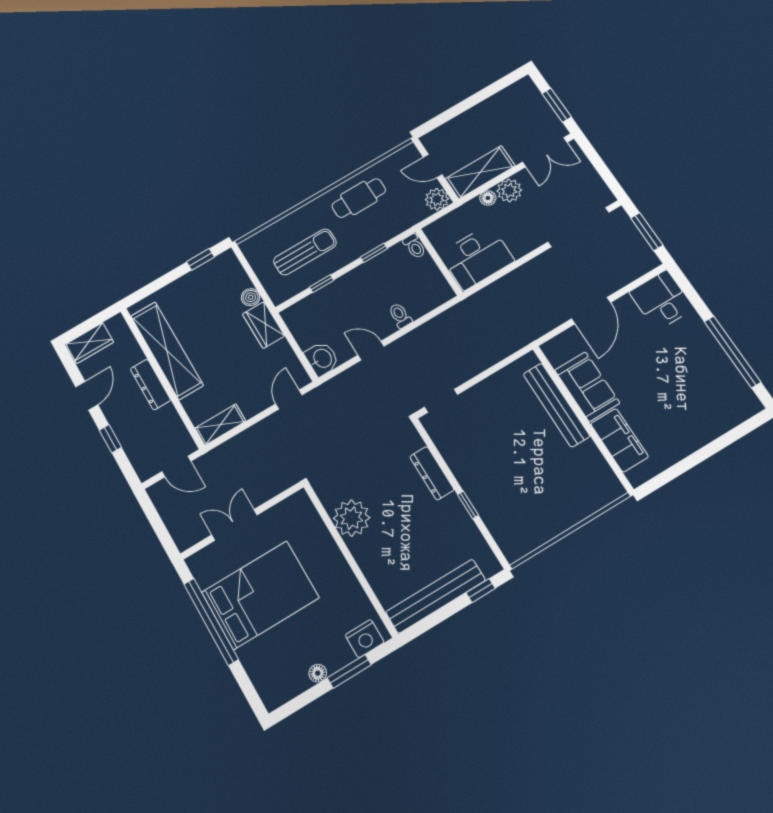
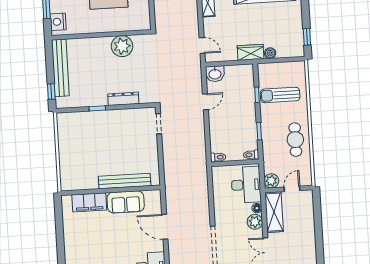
sun lounger: (305, 252) -> (280, 95), turned 90
desk: (477, 257) -> (246, 185), moved, turned 180
toilet: (400, 316) -> (218, 157), moved

